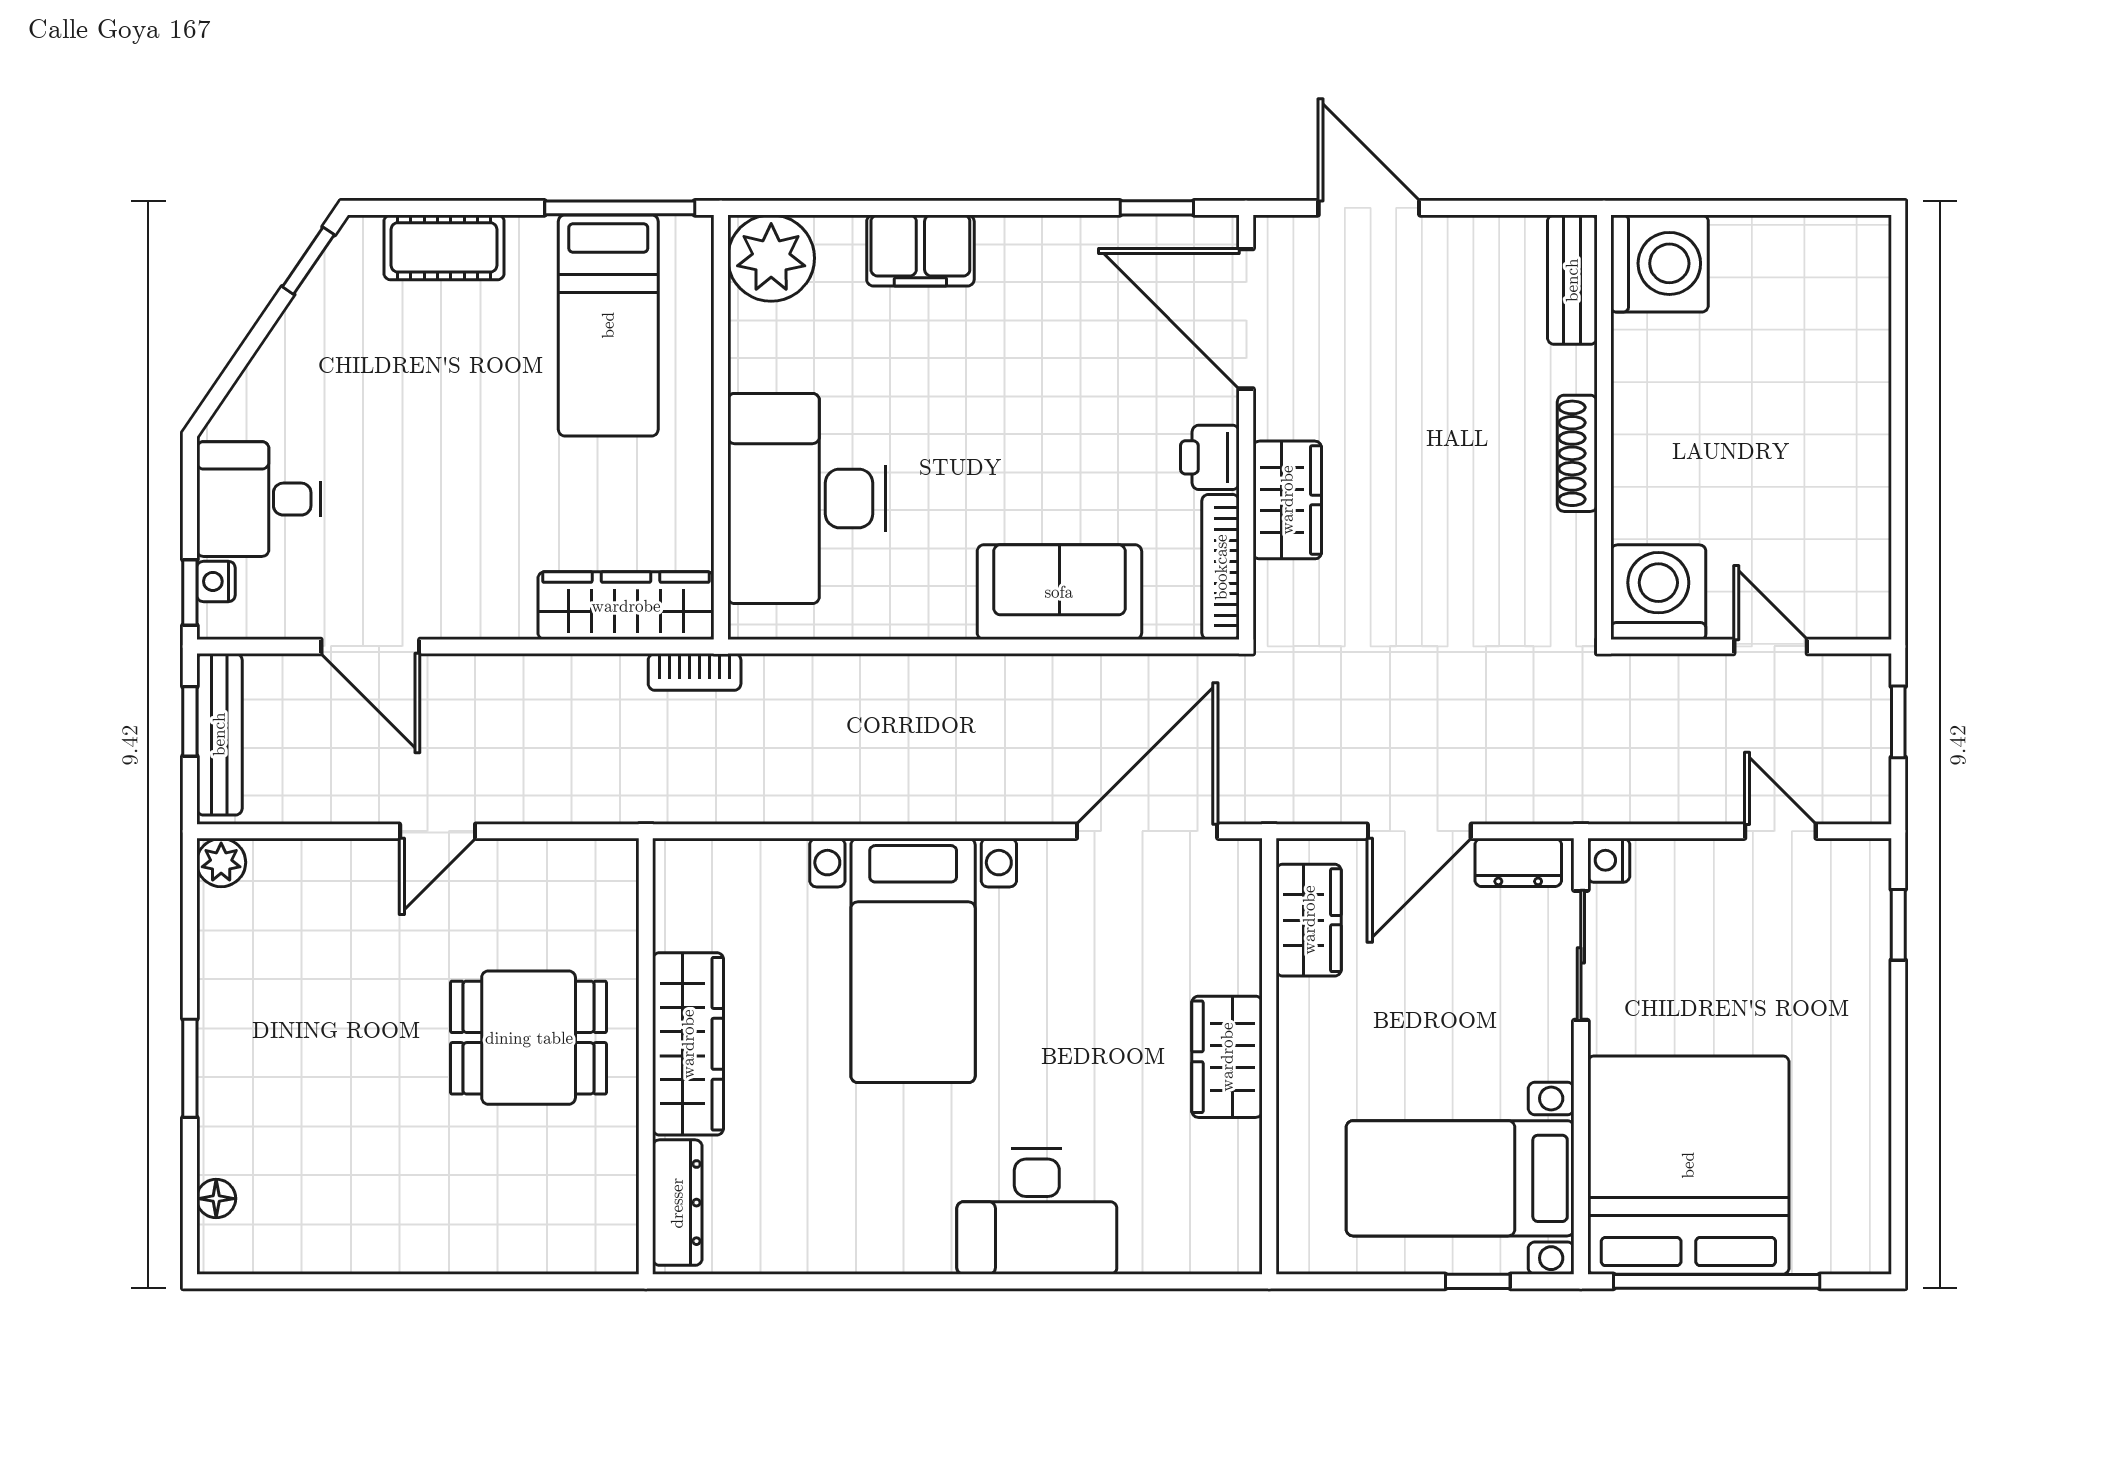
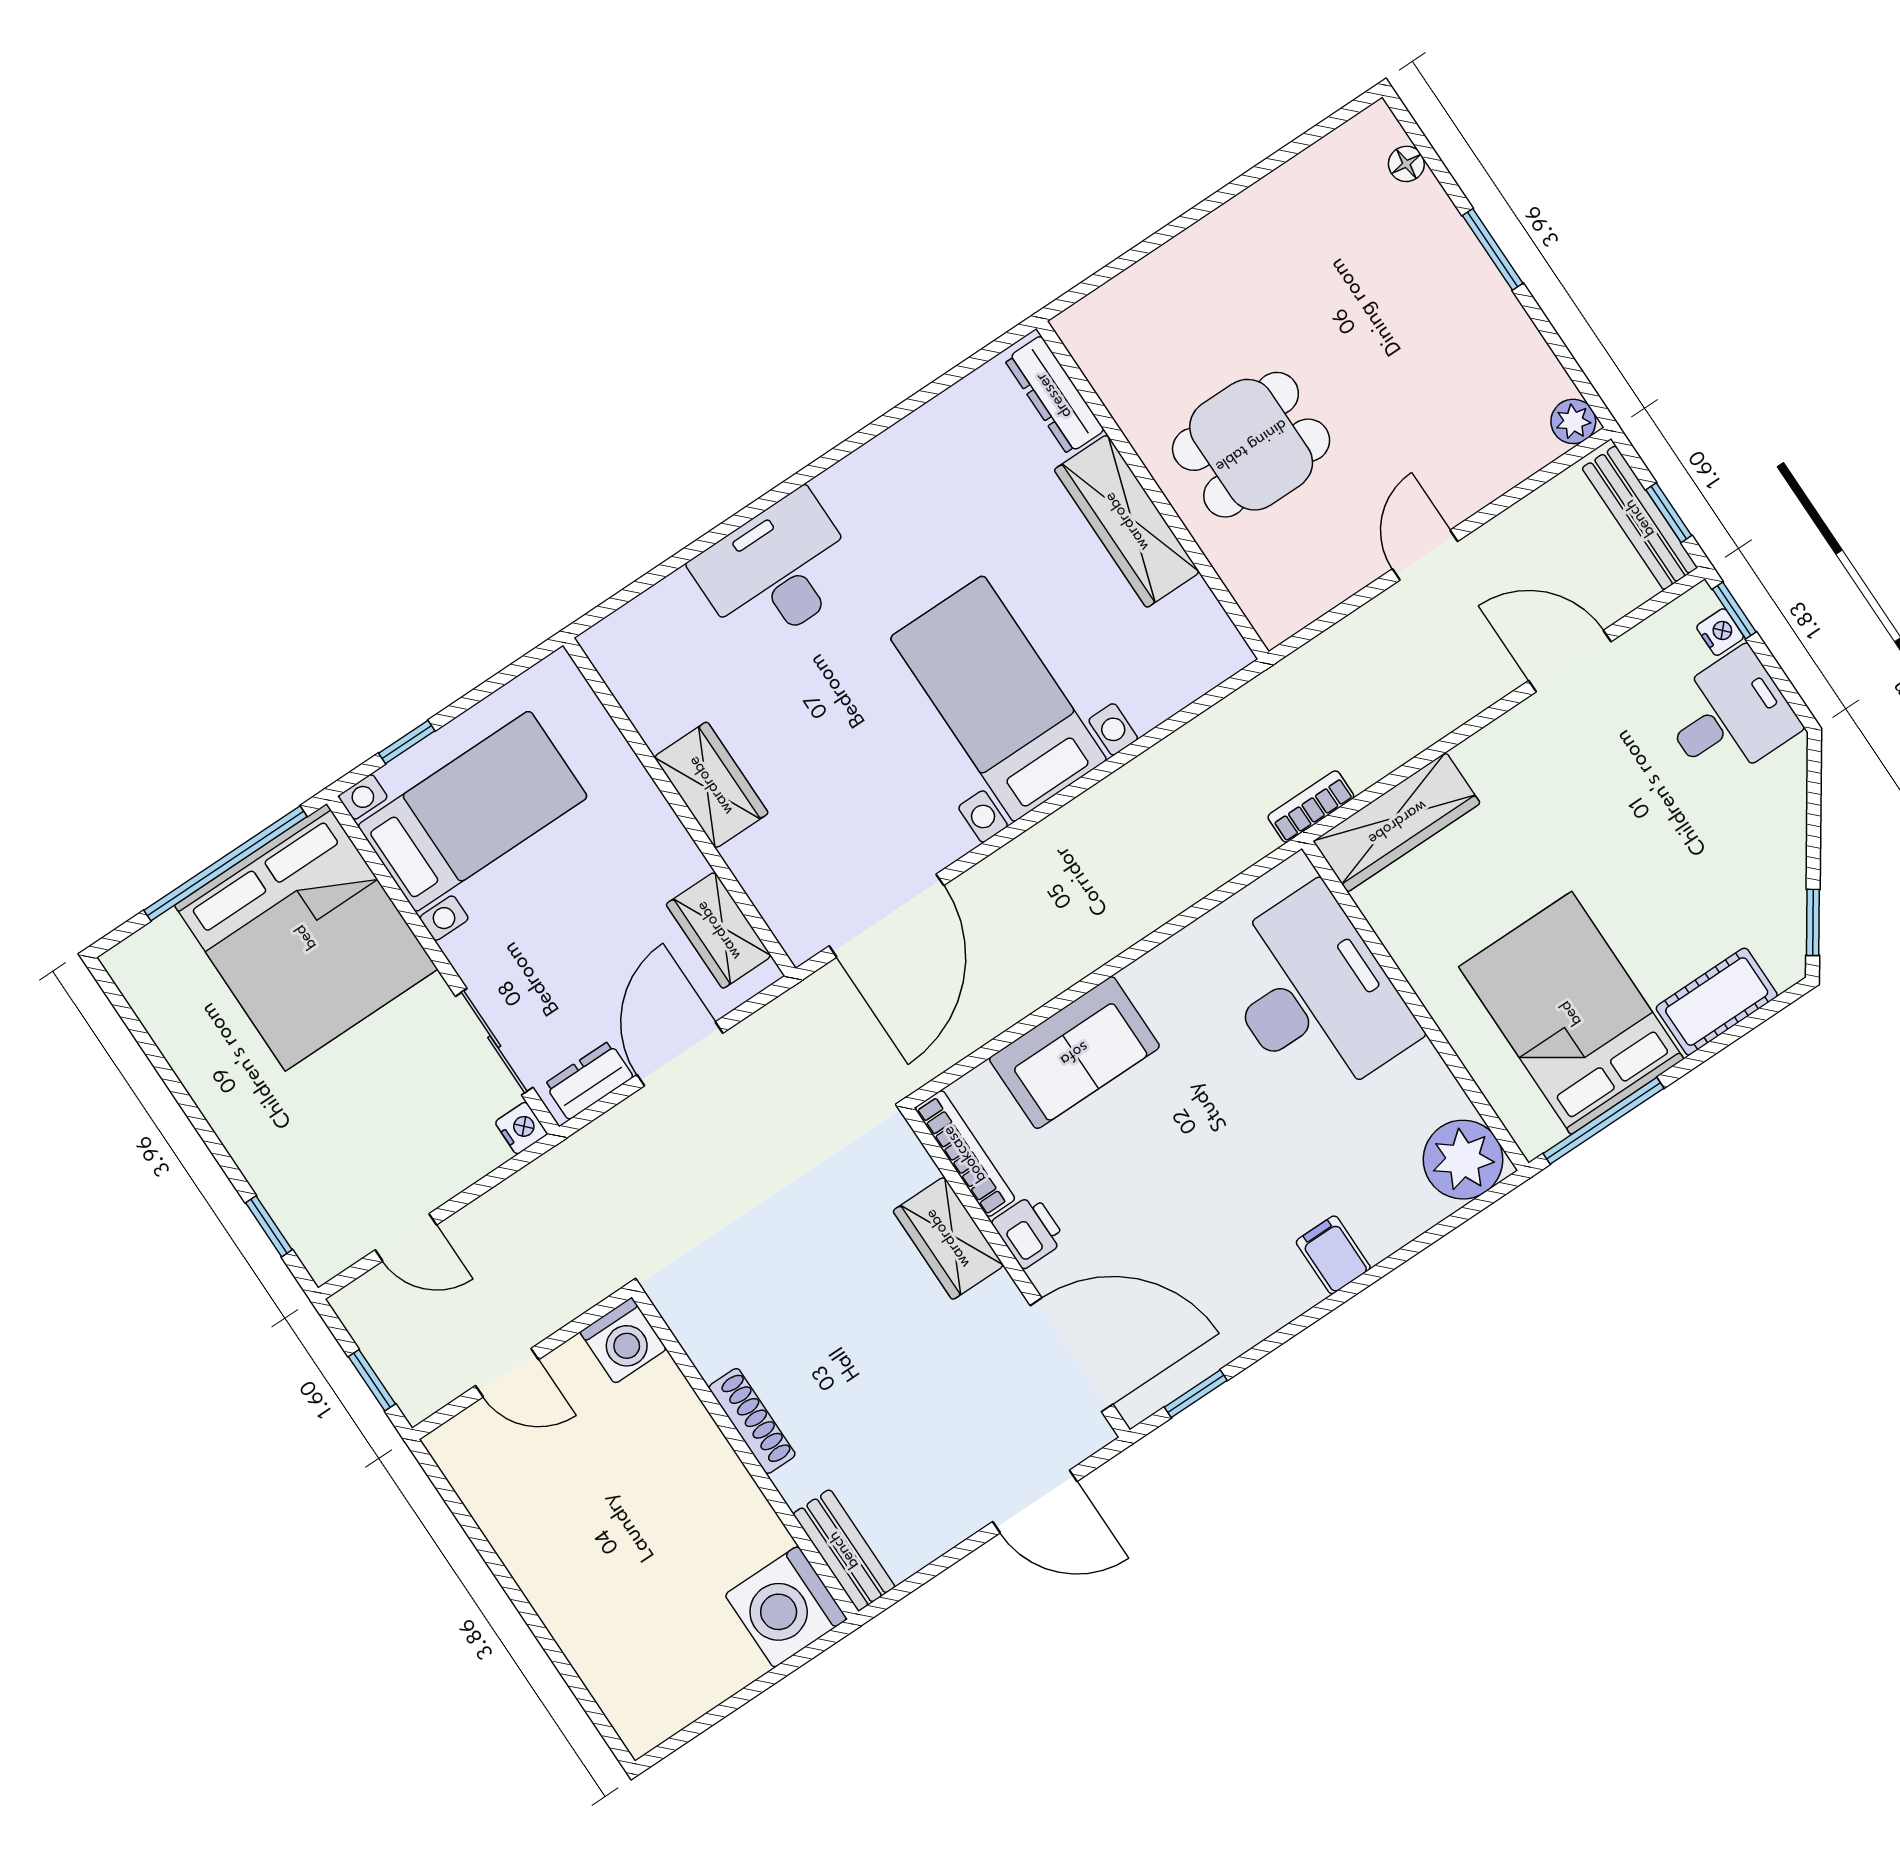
filing cabinet: (920, 250) -> (1333, 1255), width x0.50
bed: (608, 325) -> (1571, 1013), width x1.50
washing machine: (1658, 592) -> (623, 1341), width x0.73, depth x0.73

